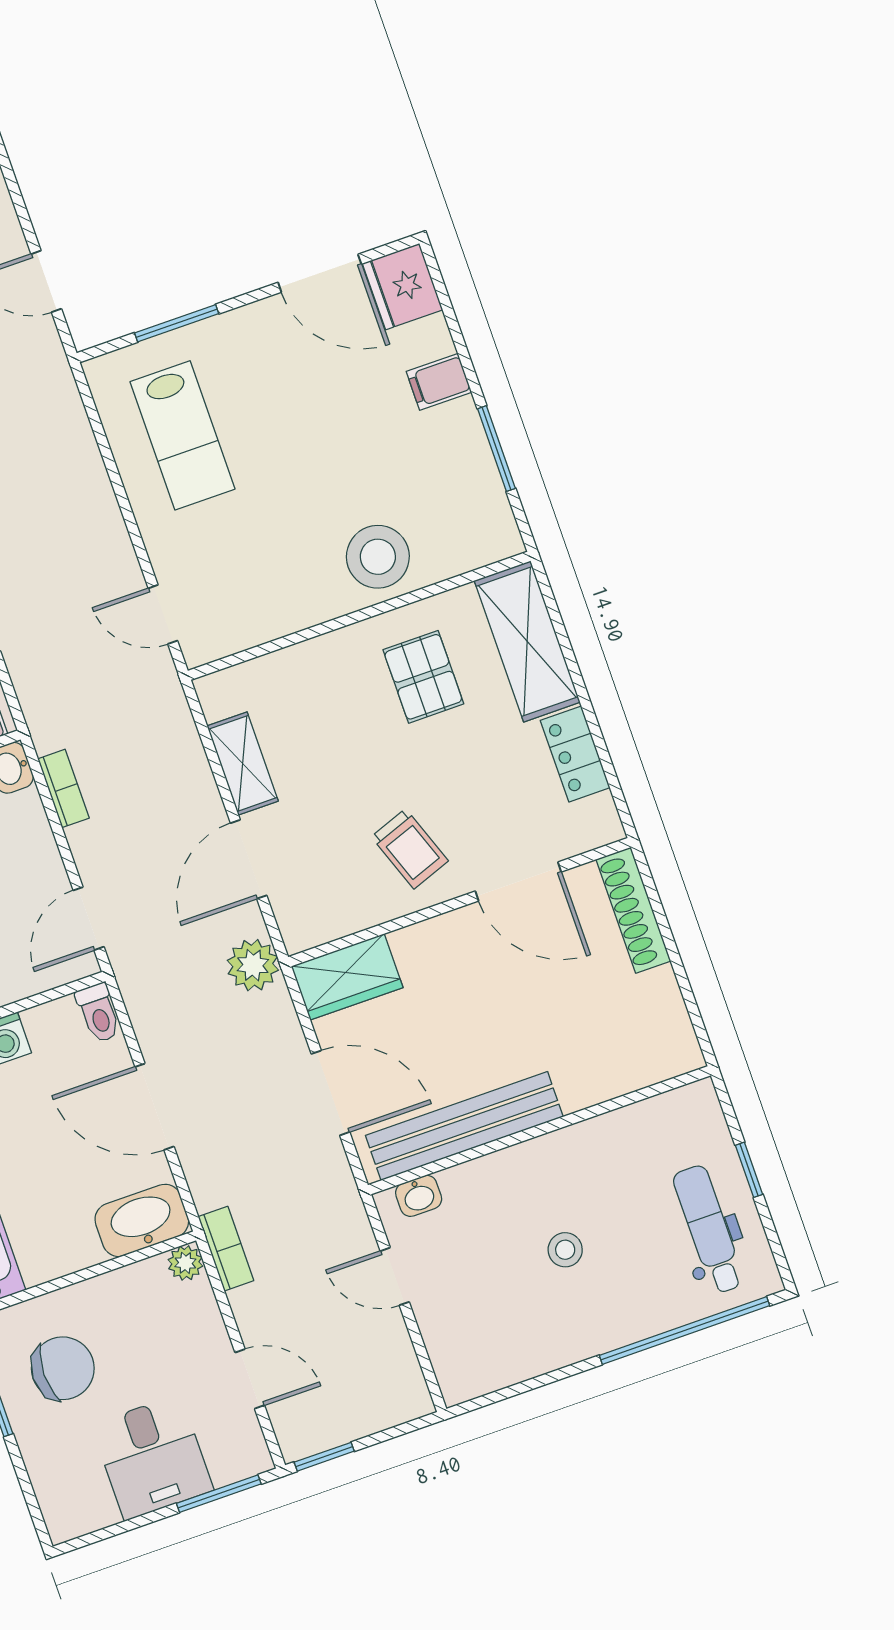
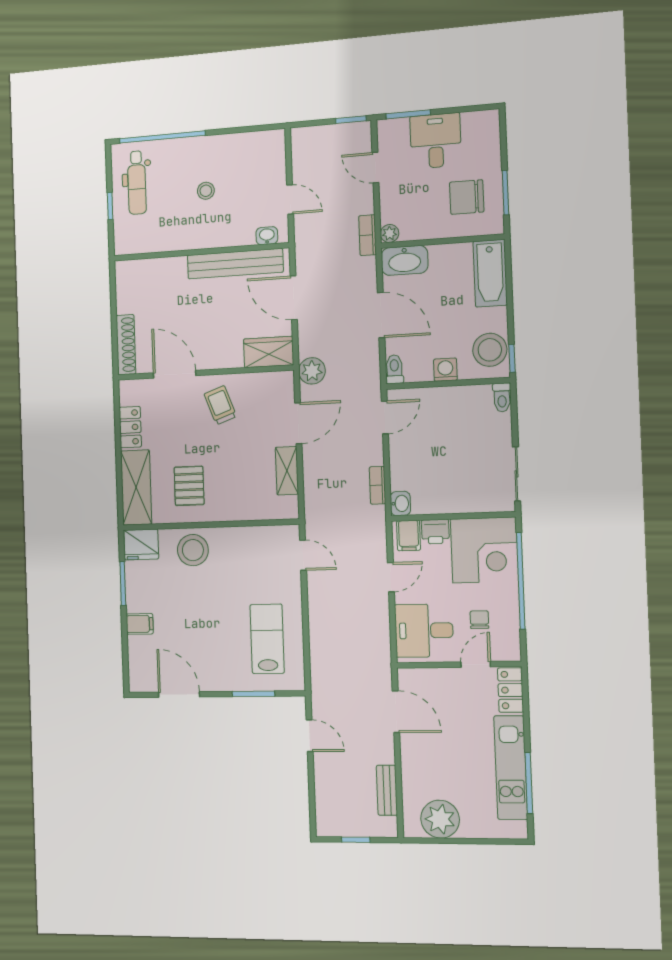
fridge: (403, 287) -> (141, 544), moved, turned 90

